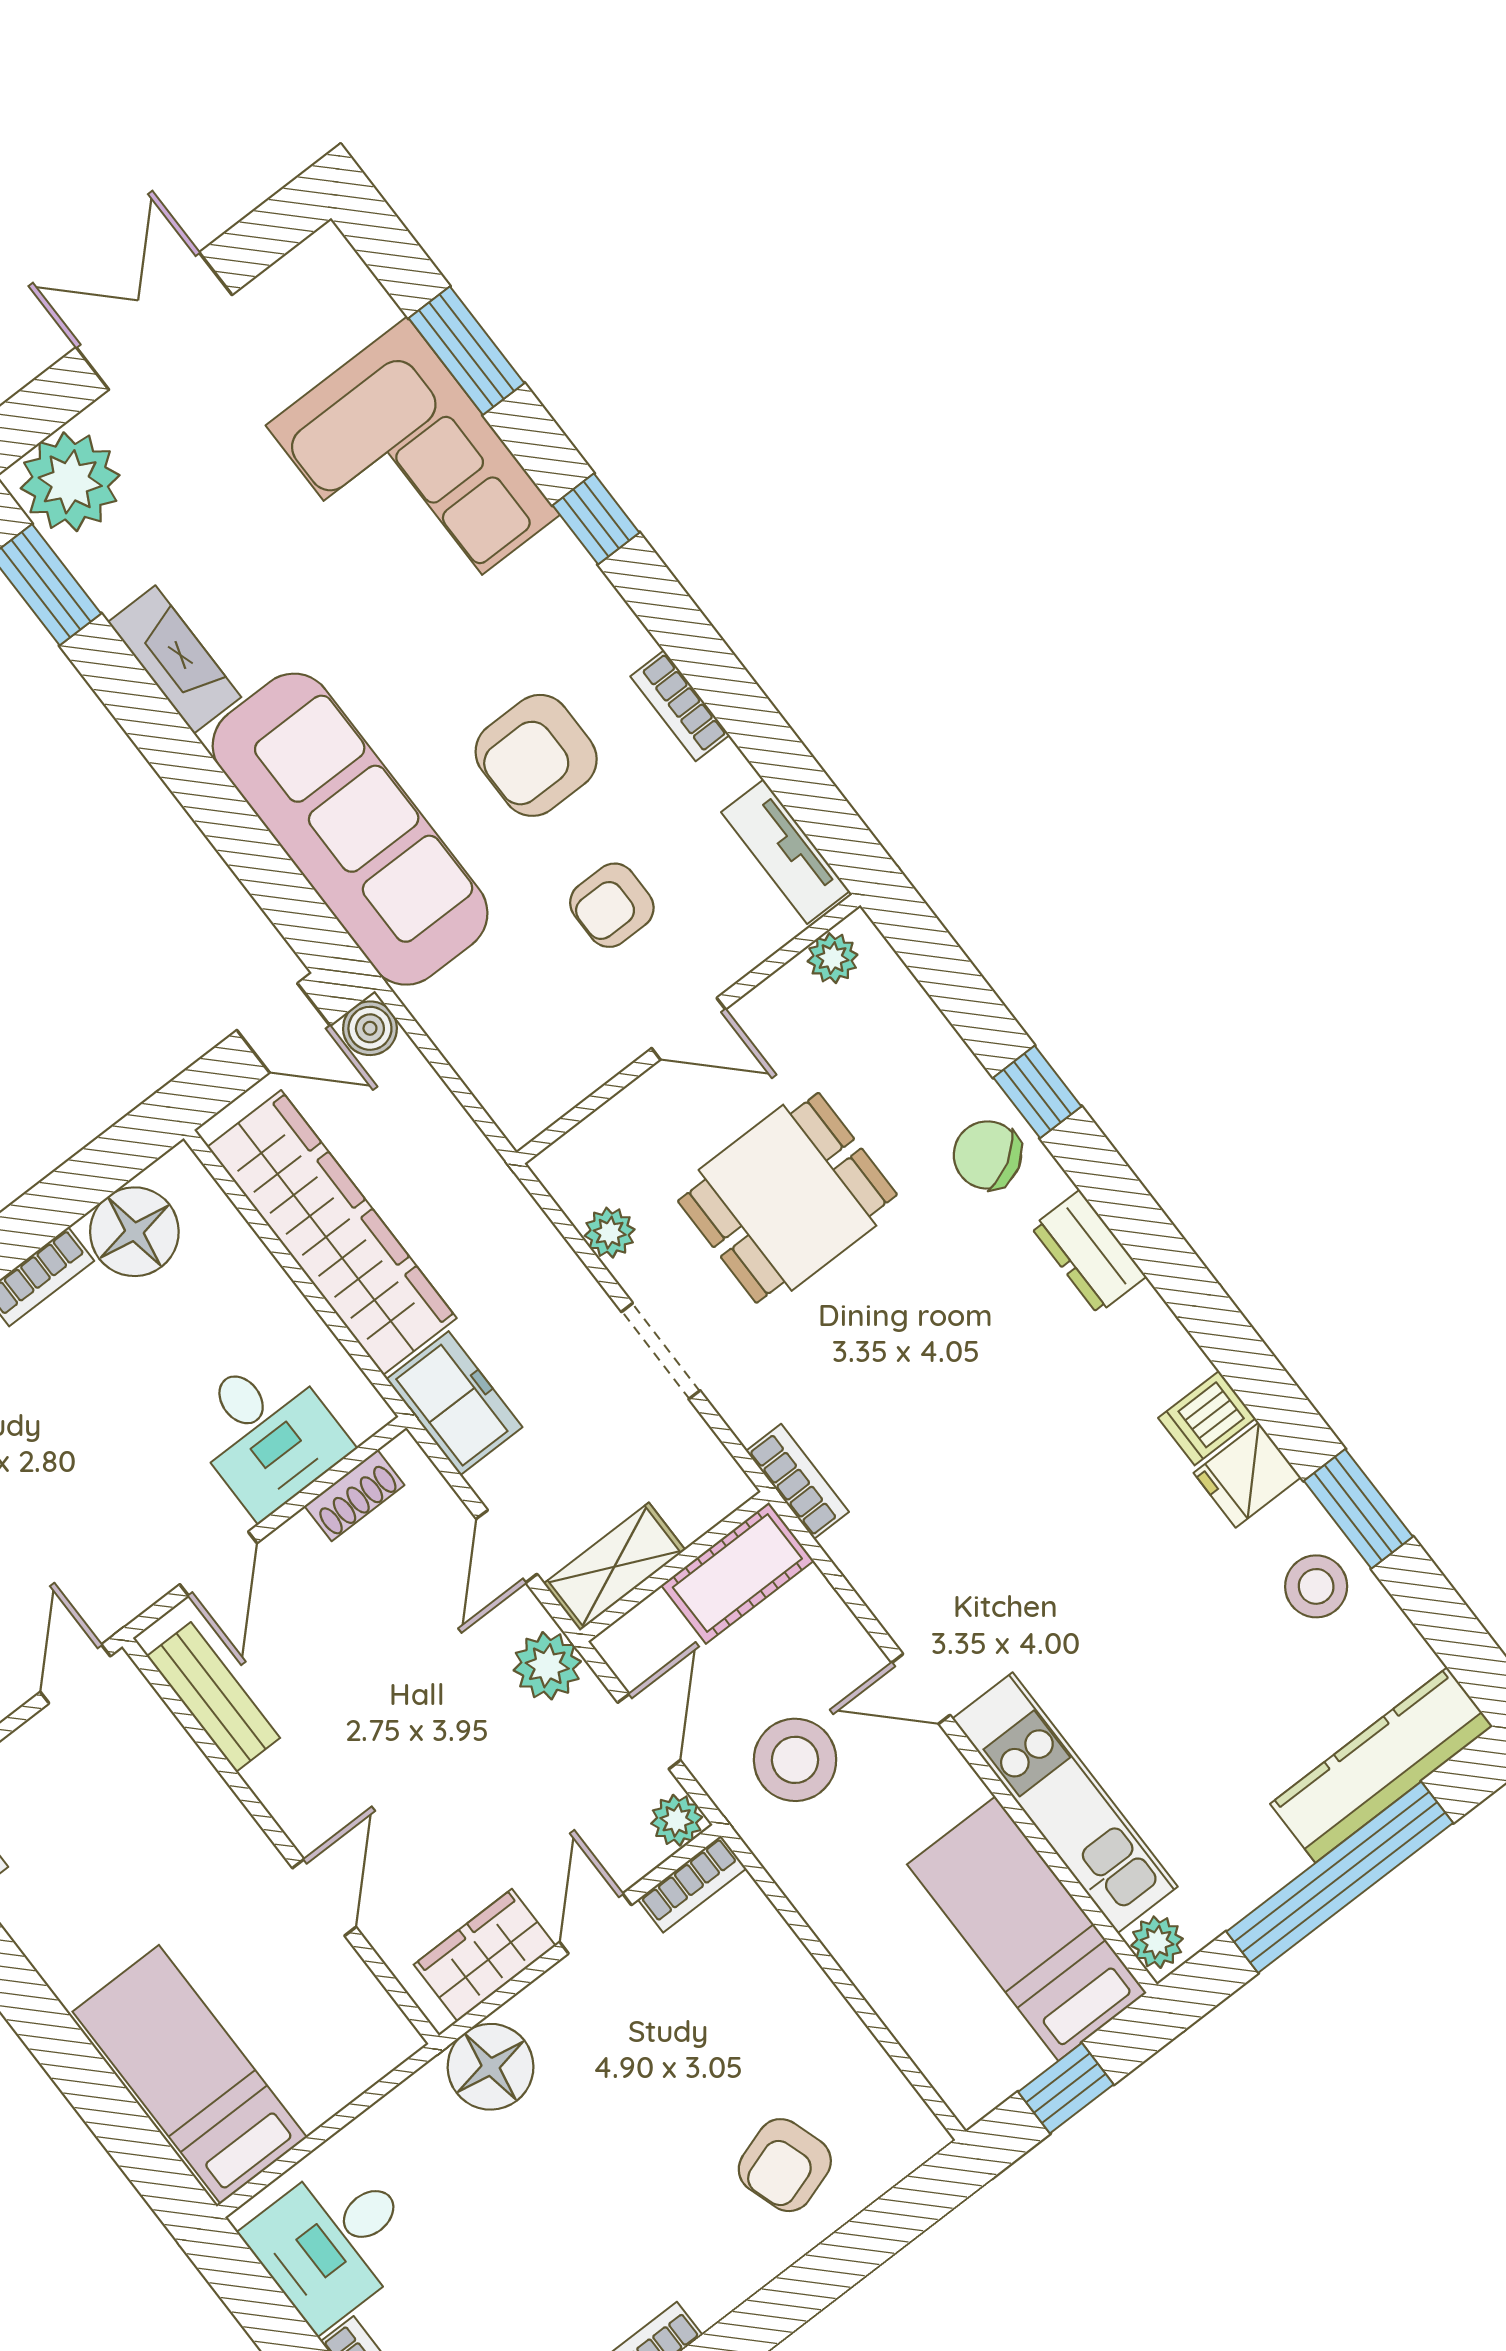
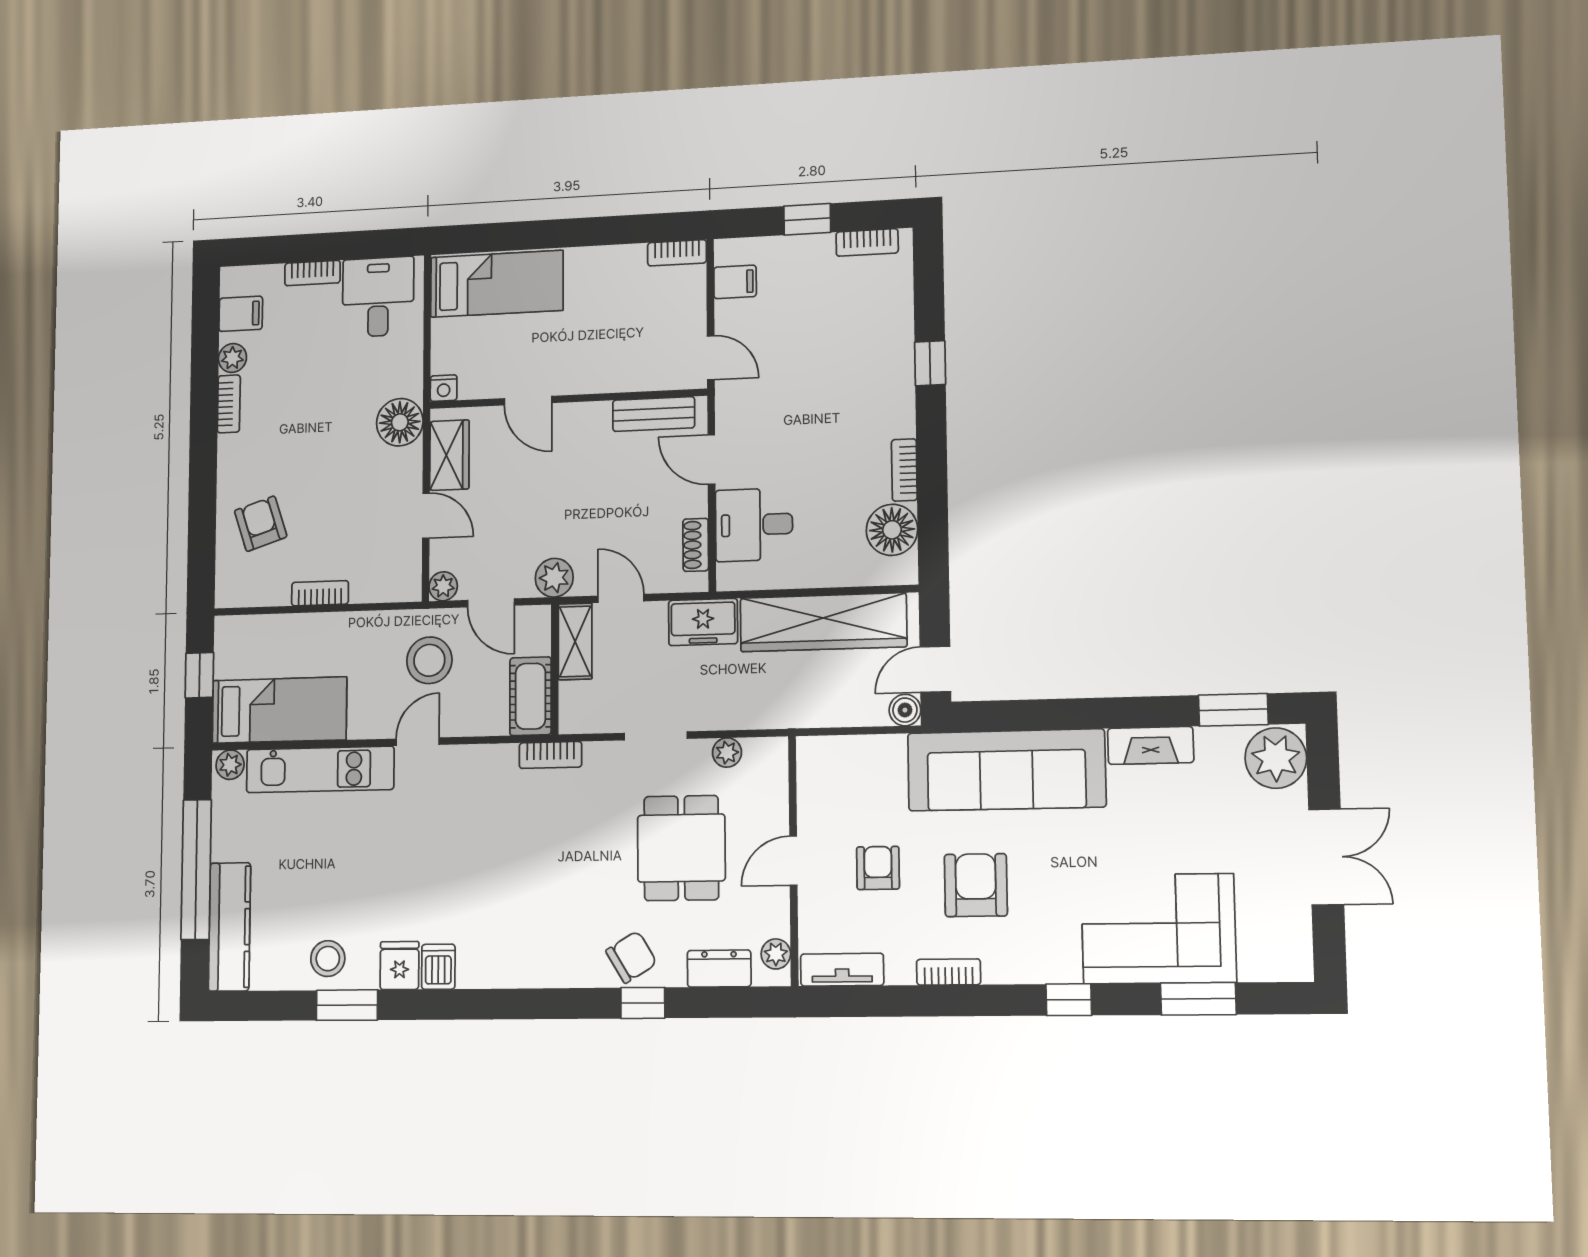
dresser: (1089, 1252) -> (719, 969), moved
bookcase: (692, 1884) -> (320, 593), moved, turned 90
nightstand: (395, 2038) -> (444, 388), added

